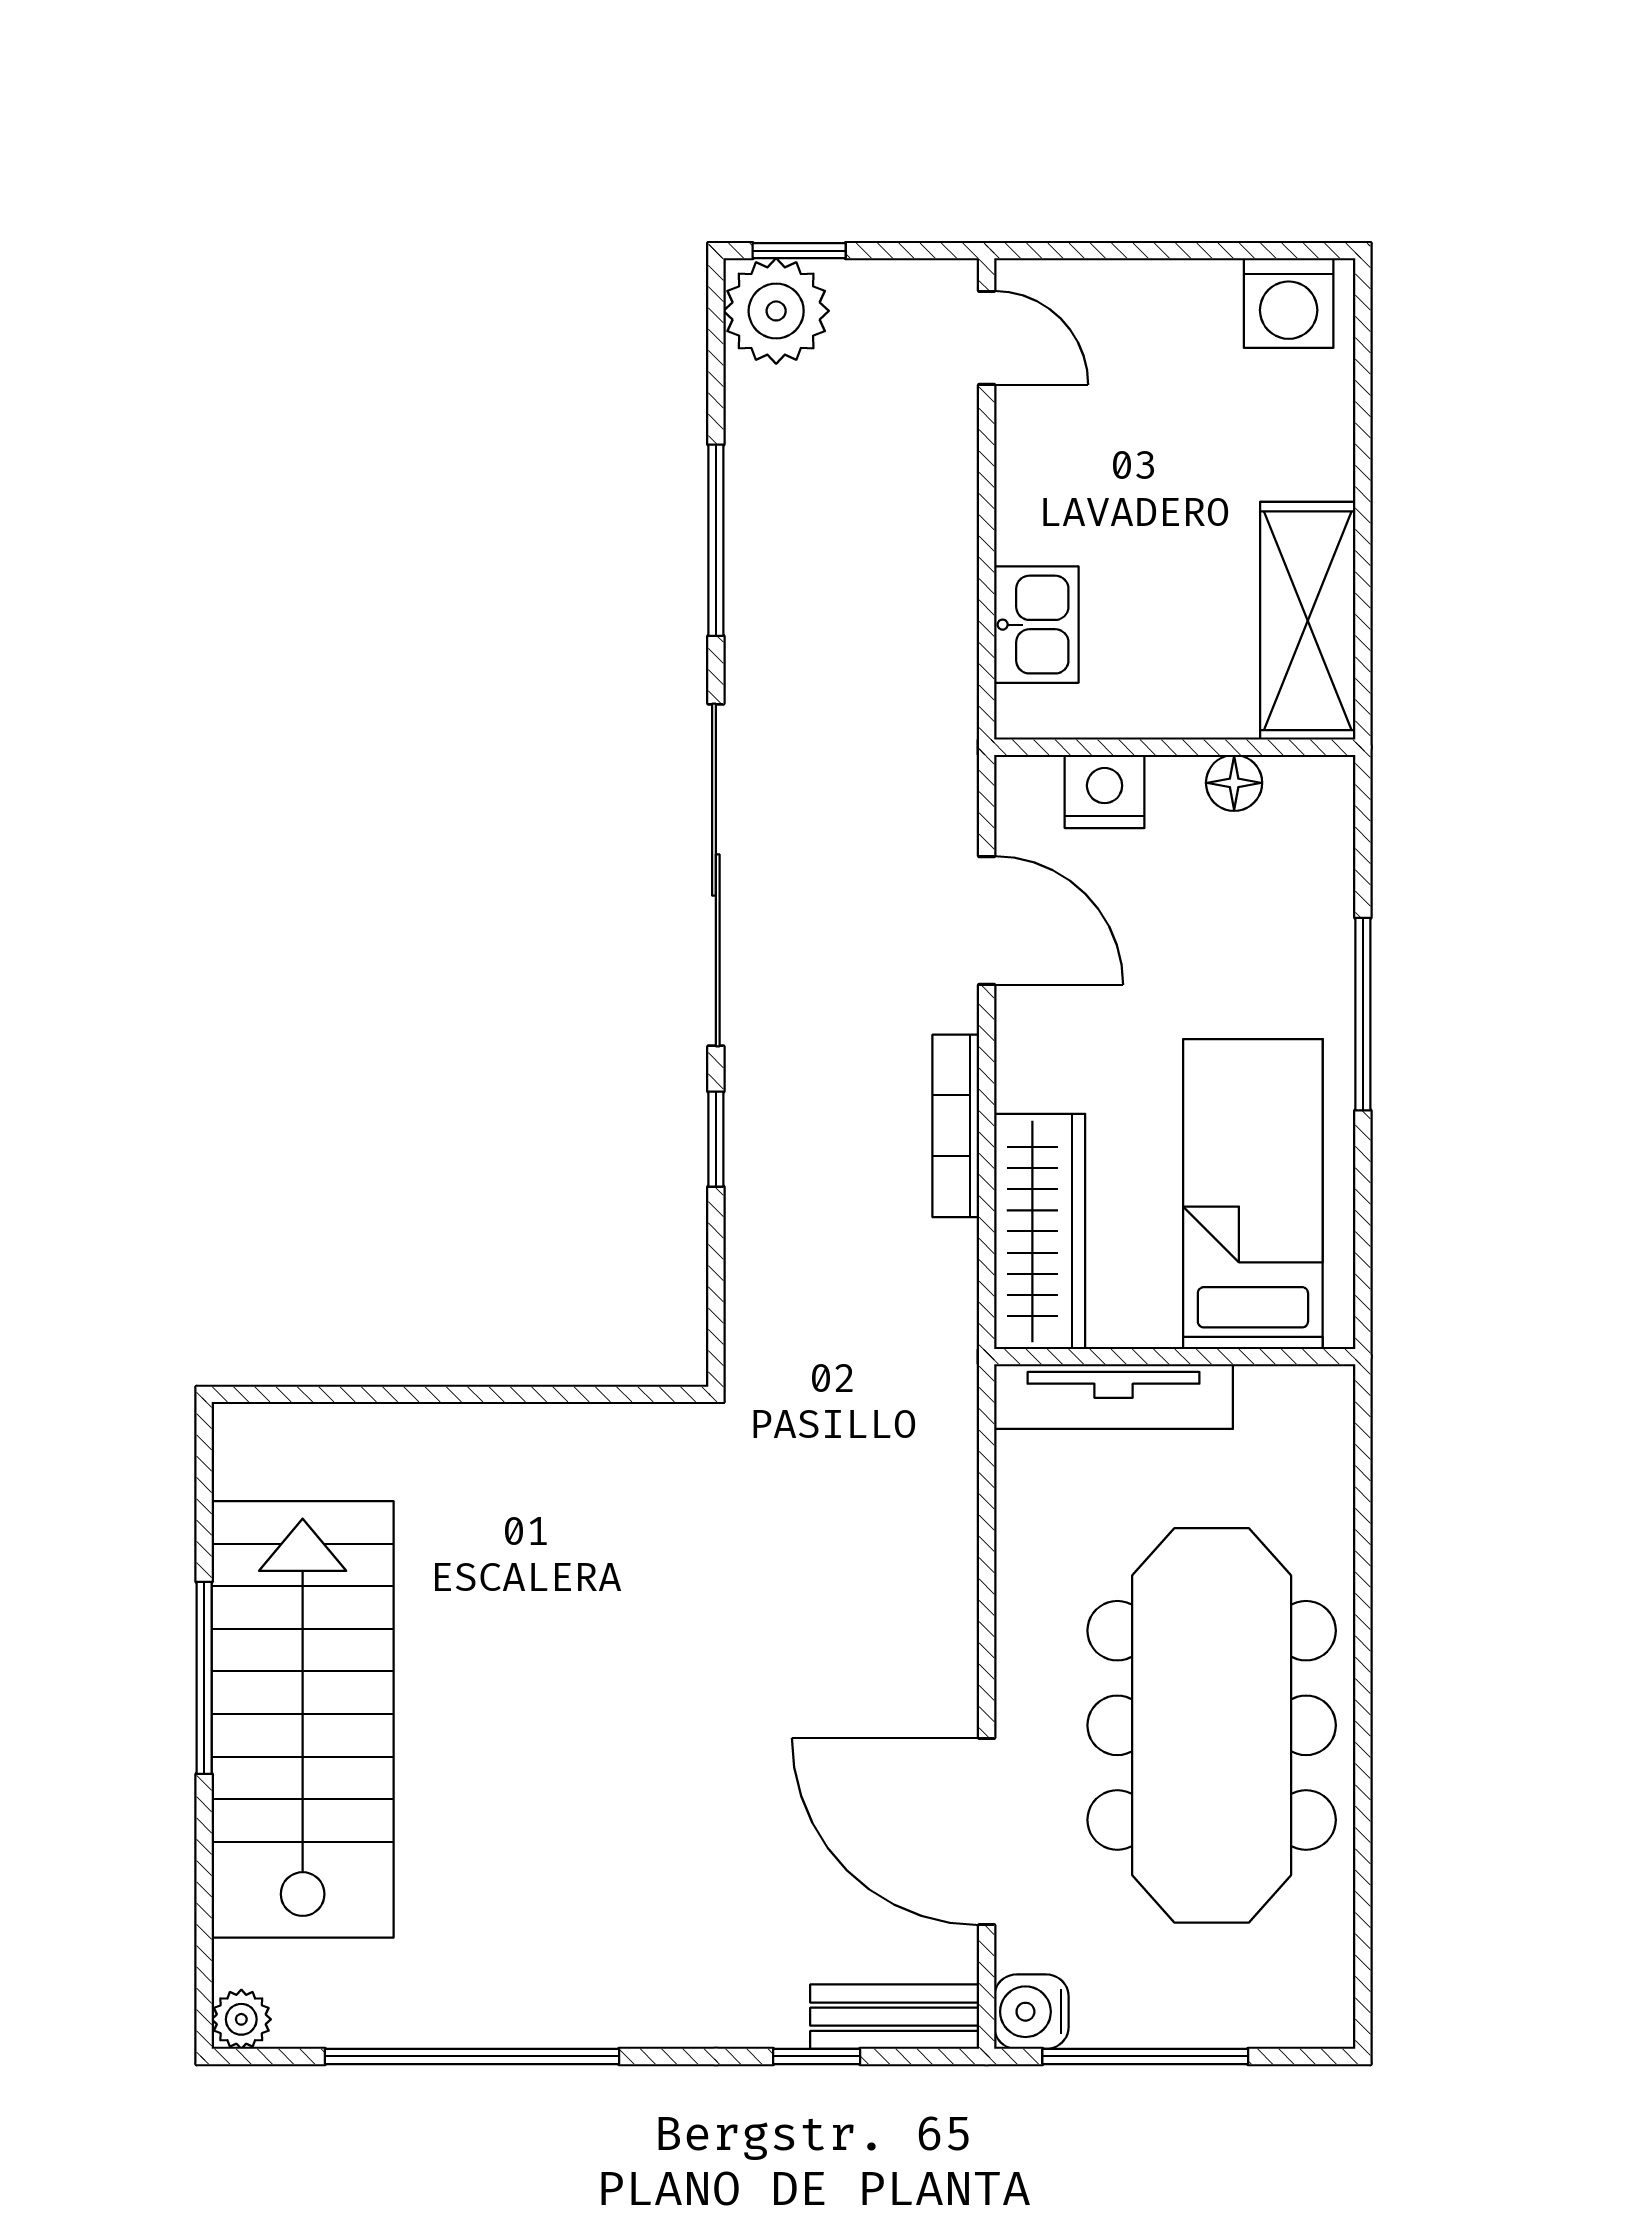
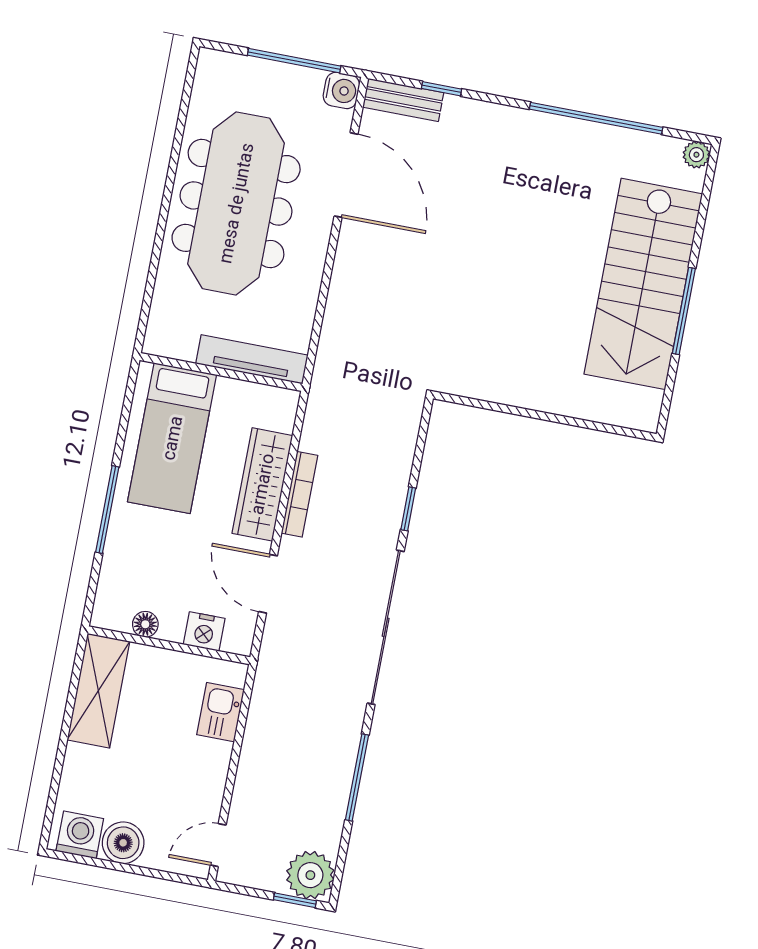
boiler: (1192, 304) -> (123, 843), added
door: (987, 338) -> (218, 845), hinge flipped
wardrobe: (1040, 1231) -> (262, 484), moved

